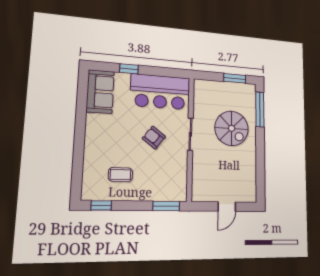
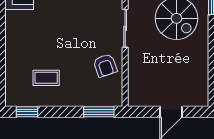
armchair: (154, 137) -> (105, 65), moved, turned -146

